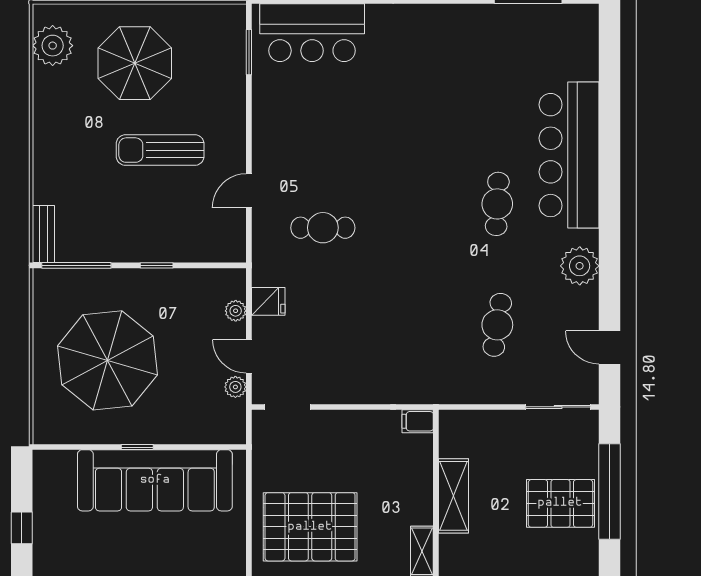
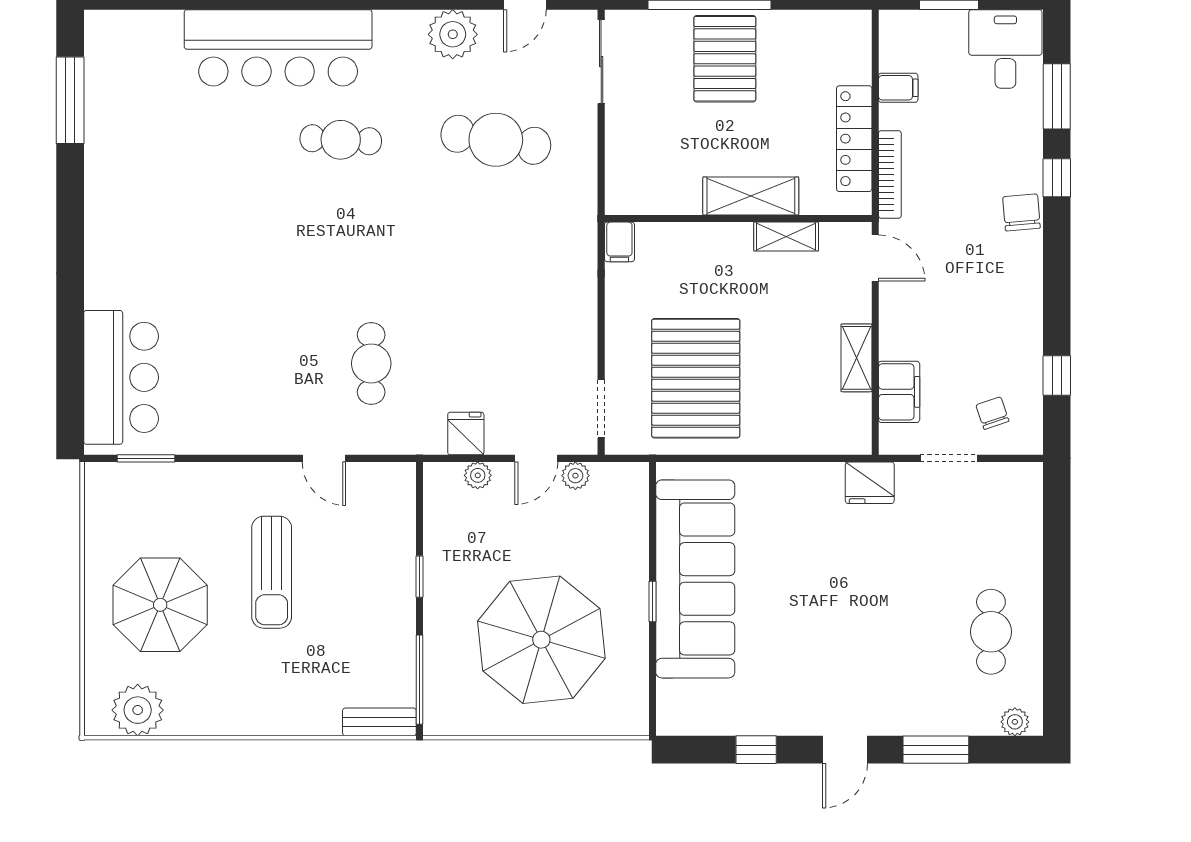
plant: (580, 266) -> (453, 34), moved
cafe table: (497, 325) -> (496, 140), width x1.37, depth x1.35
shelving: (453, 496) -> (751, 196), moved
pallet: (310, 527) -> (696, 378), moved

